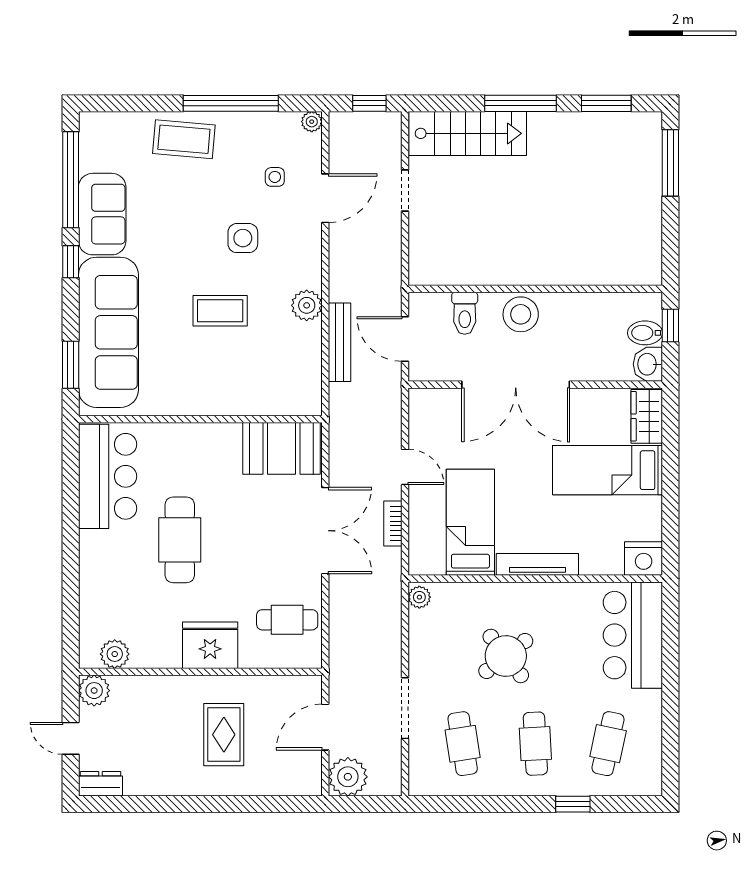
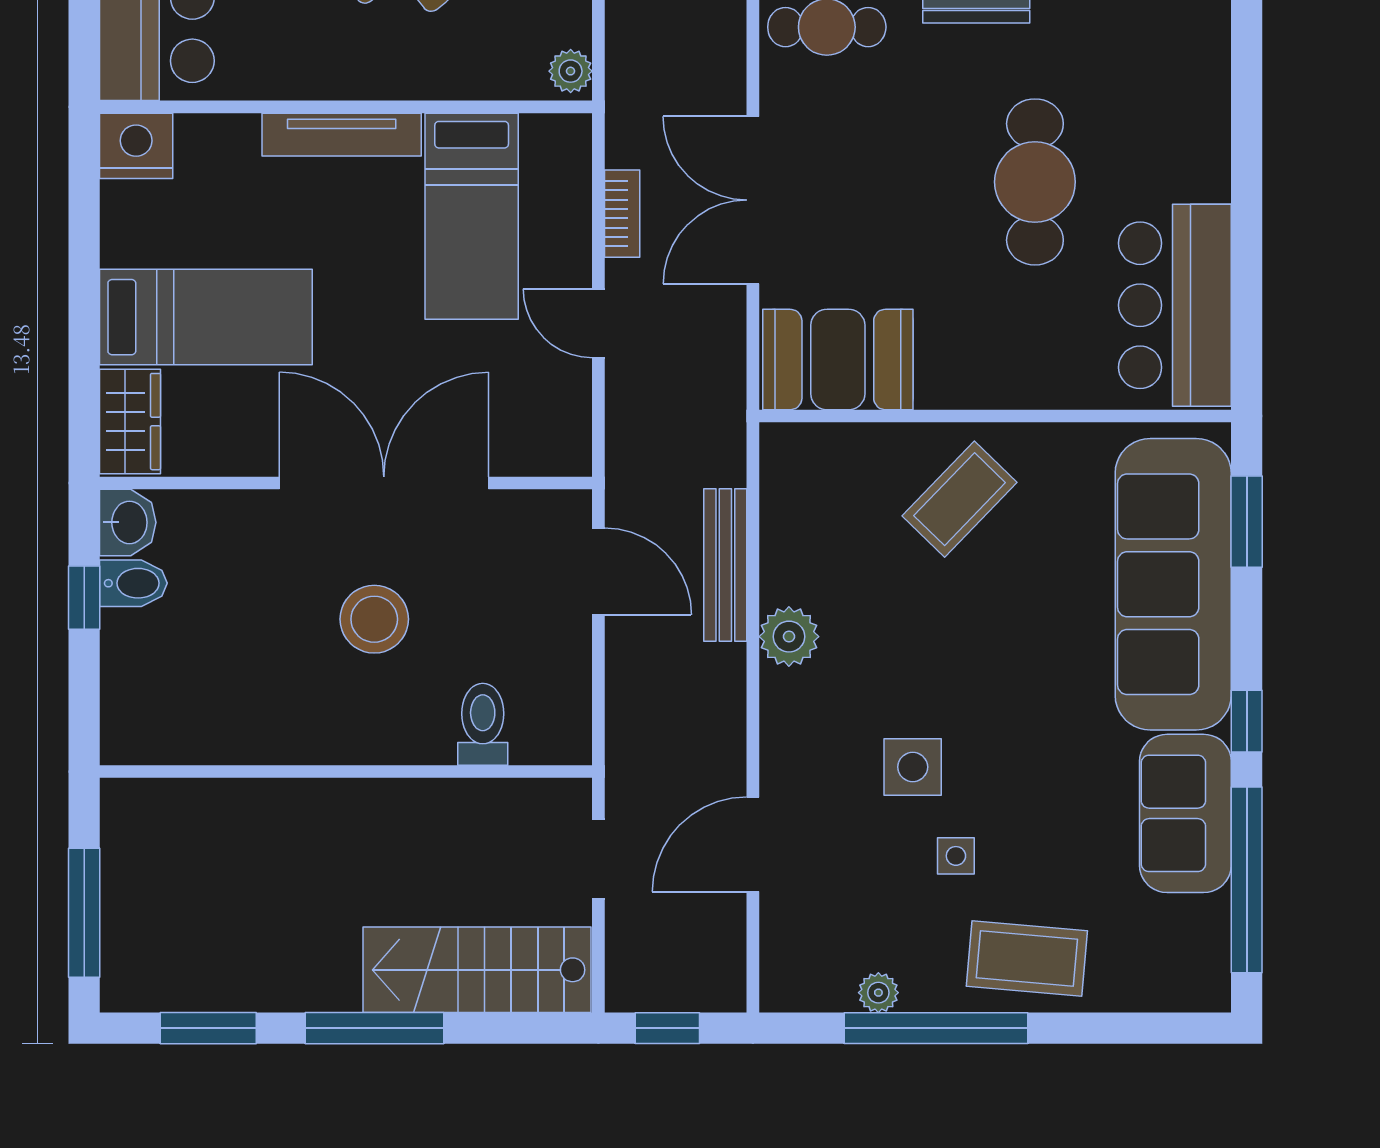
plant: (312, 122) -> (878, 993), moved
side table: (275, 177) -> (956, 856), moved
wall: (535, 289) -> (346, 772), moved
coffee table: (220, 311) -> (960, 499), moved, turned -46
toilet: (465, 313) -> (483, 724), moved

